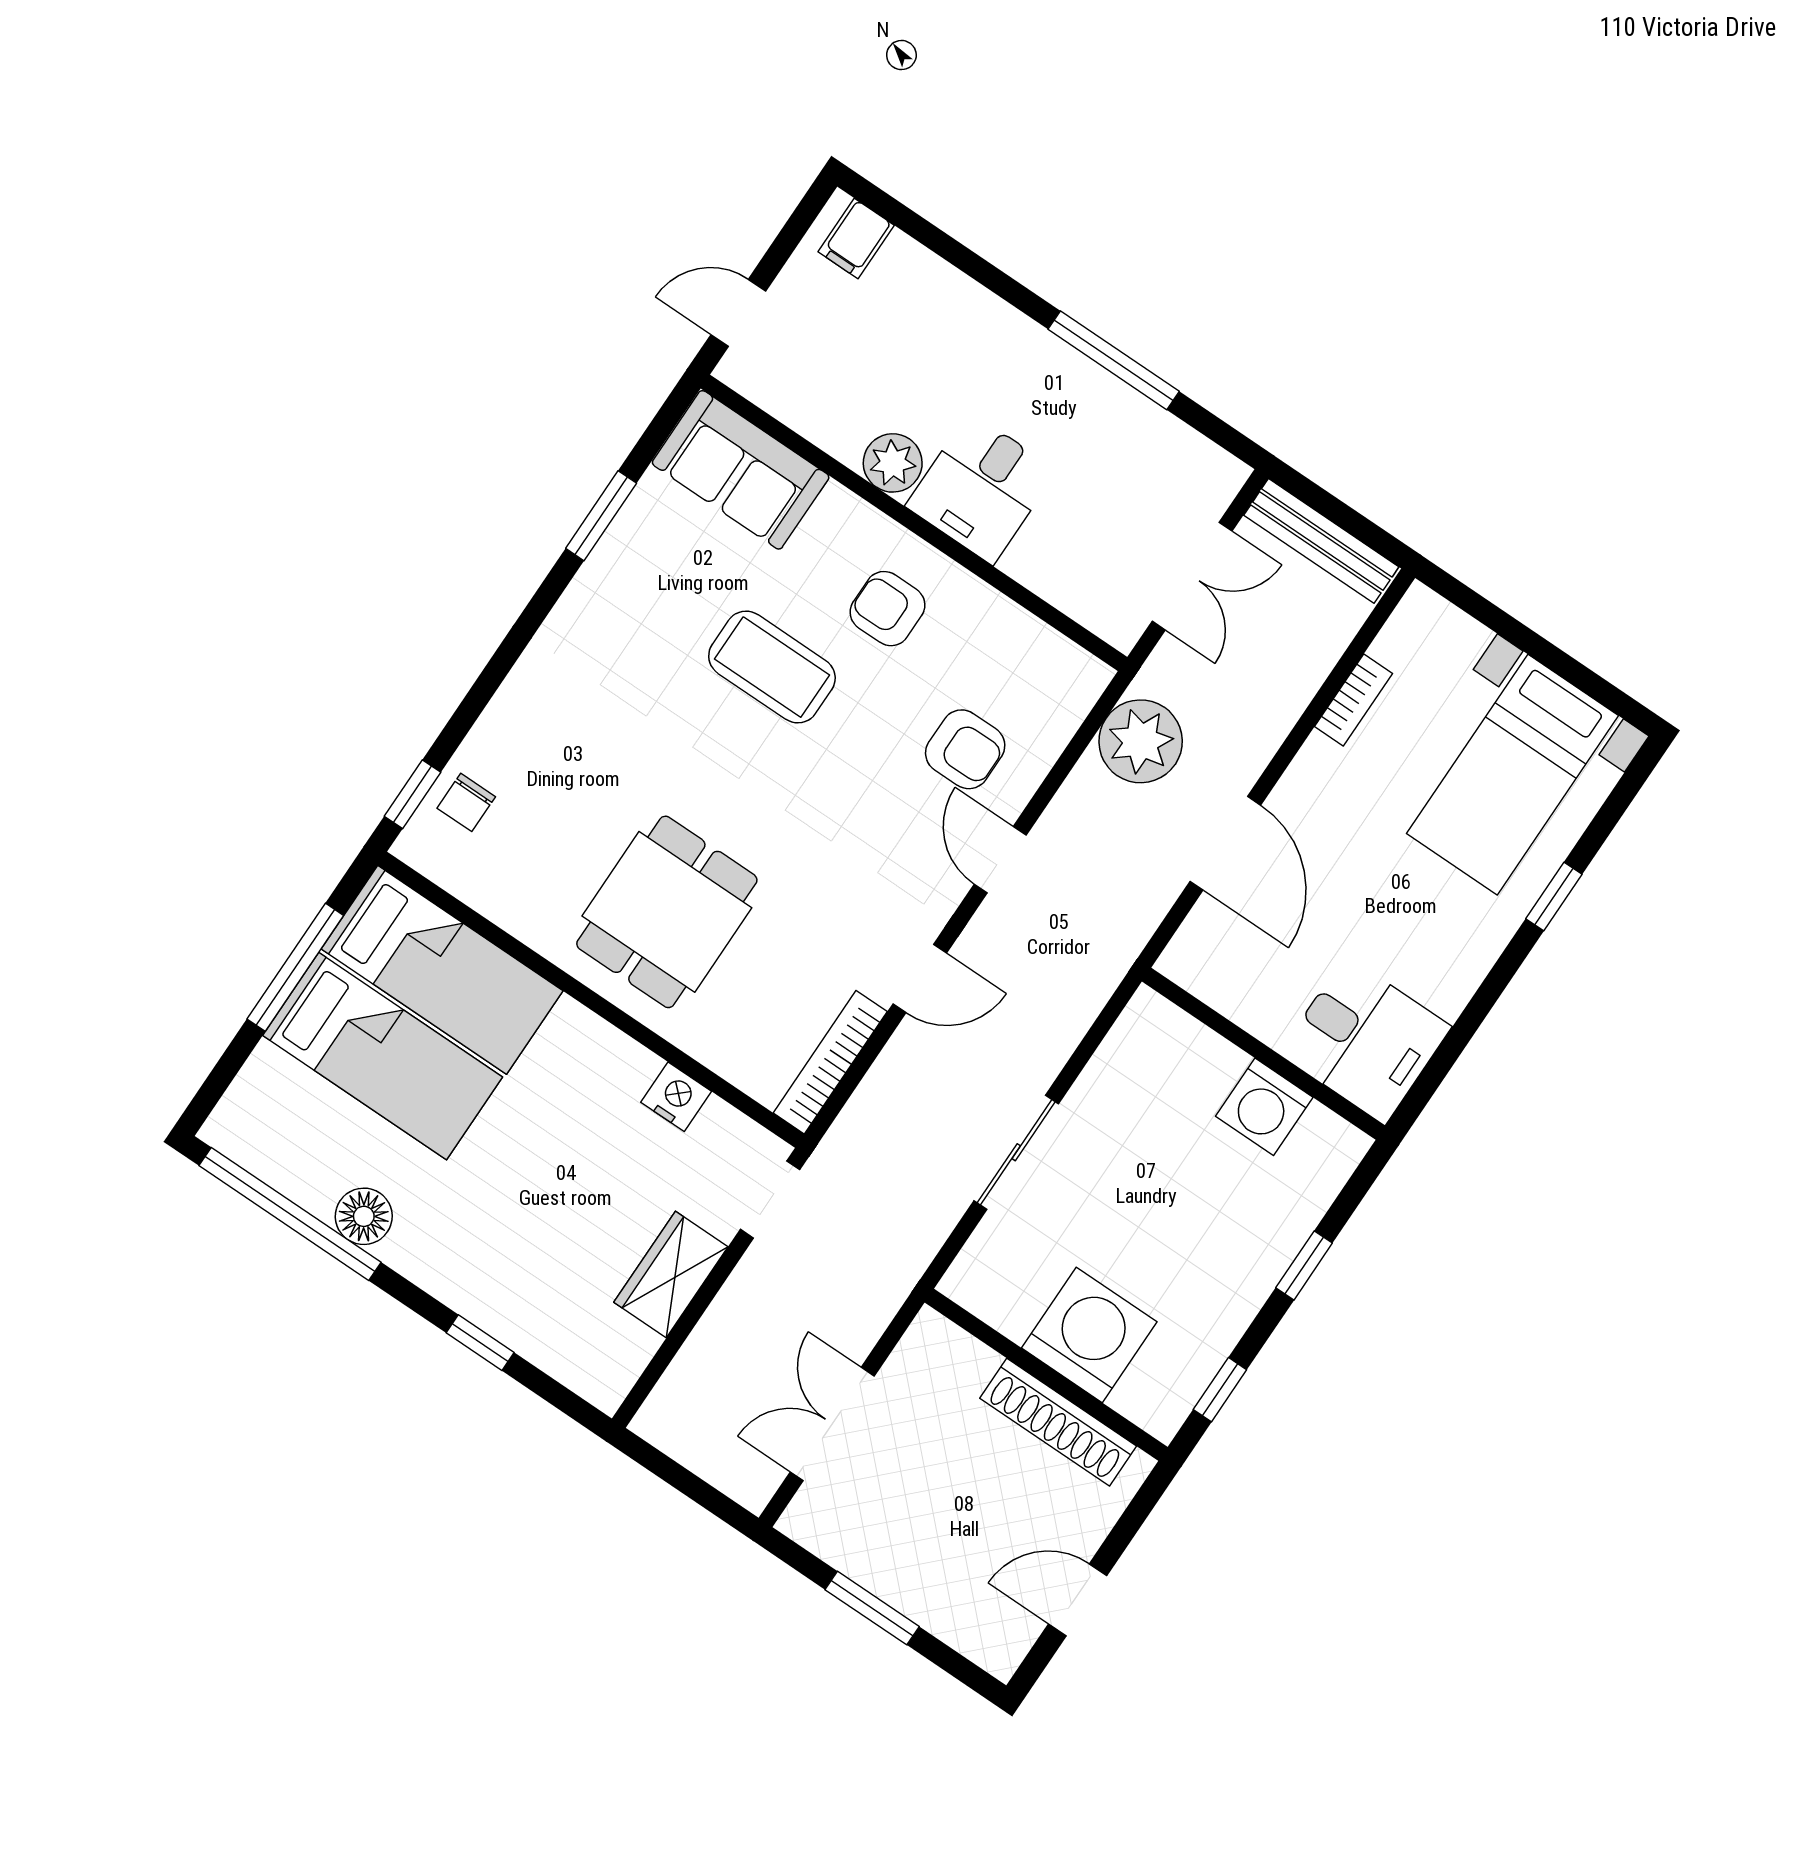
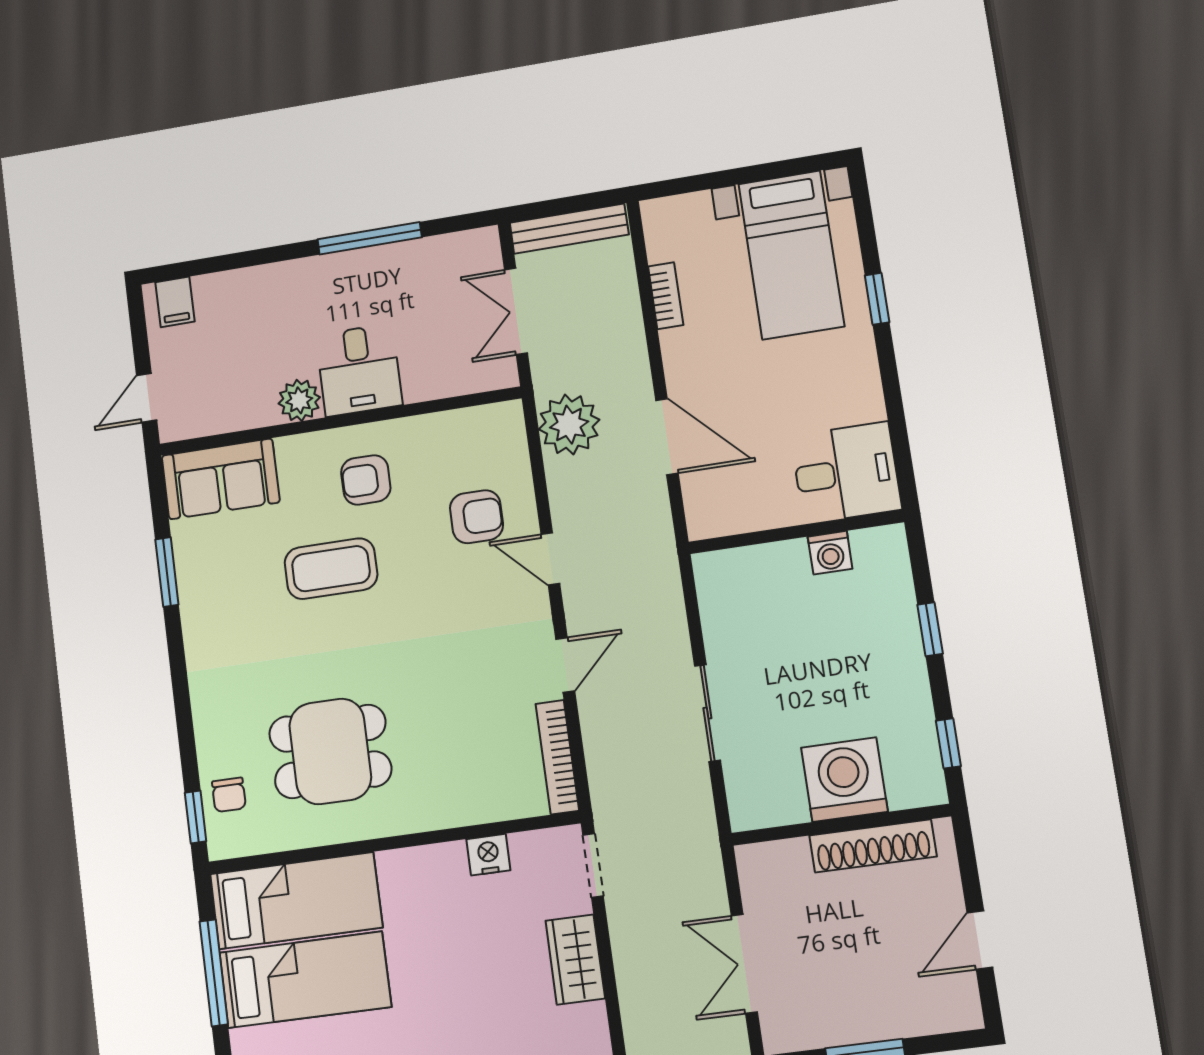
double door: (1192, 576) -> (516, 311), swing flipped
dining table: (667, 912) -> (330, 751), moved, turned 90
washing machine: (1264, 1107) -> (830, 553), width x0.73, depth x0.73

